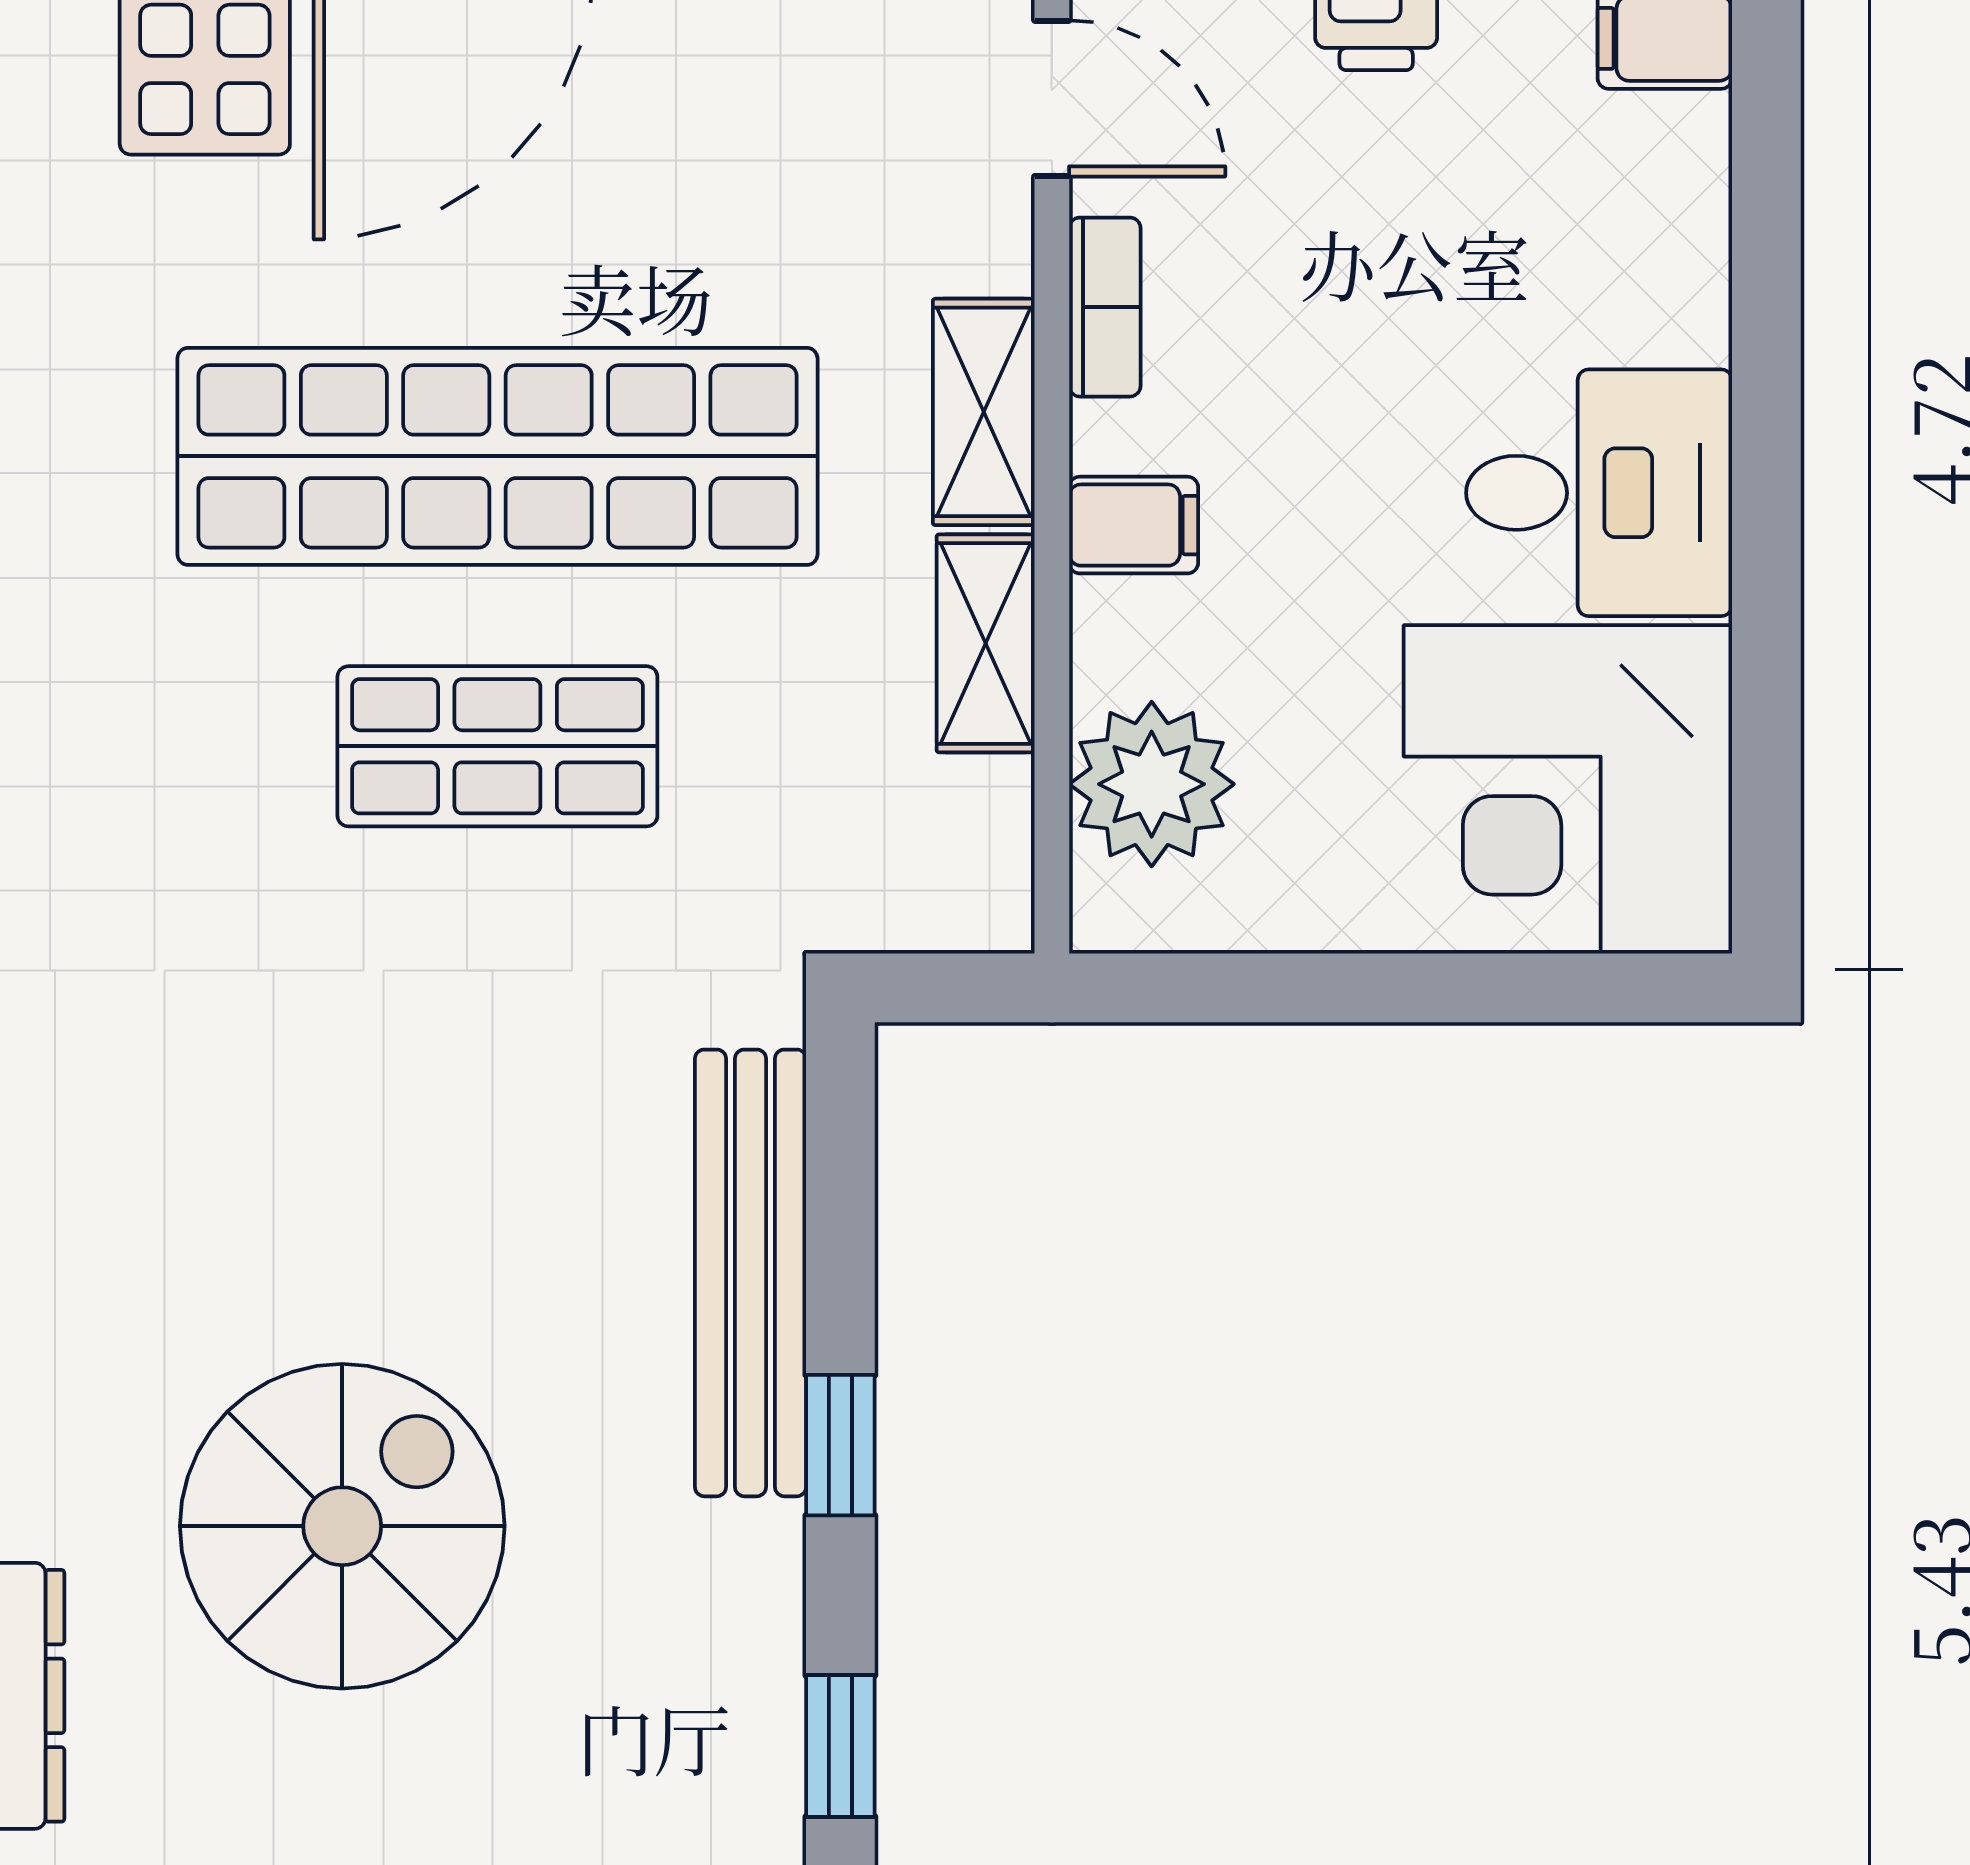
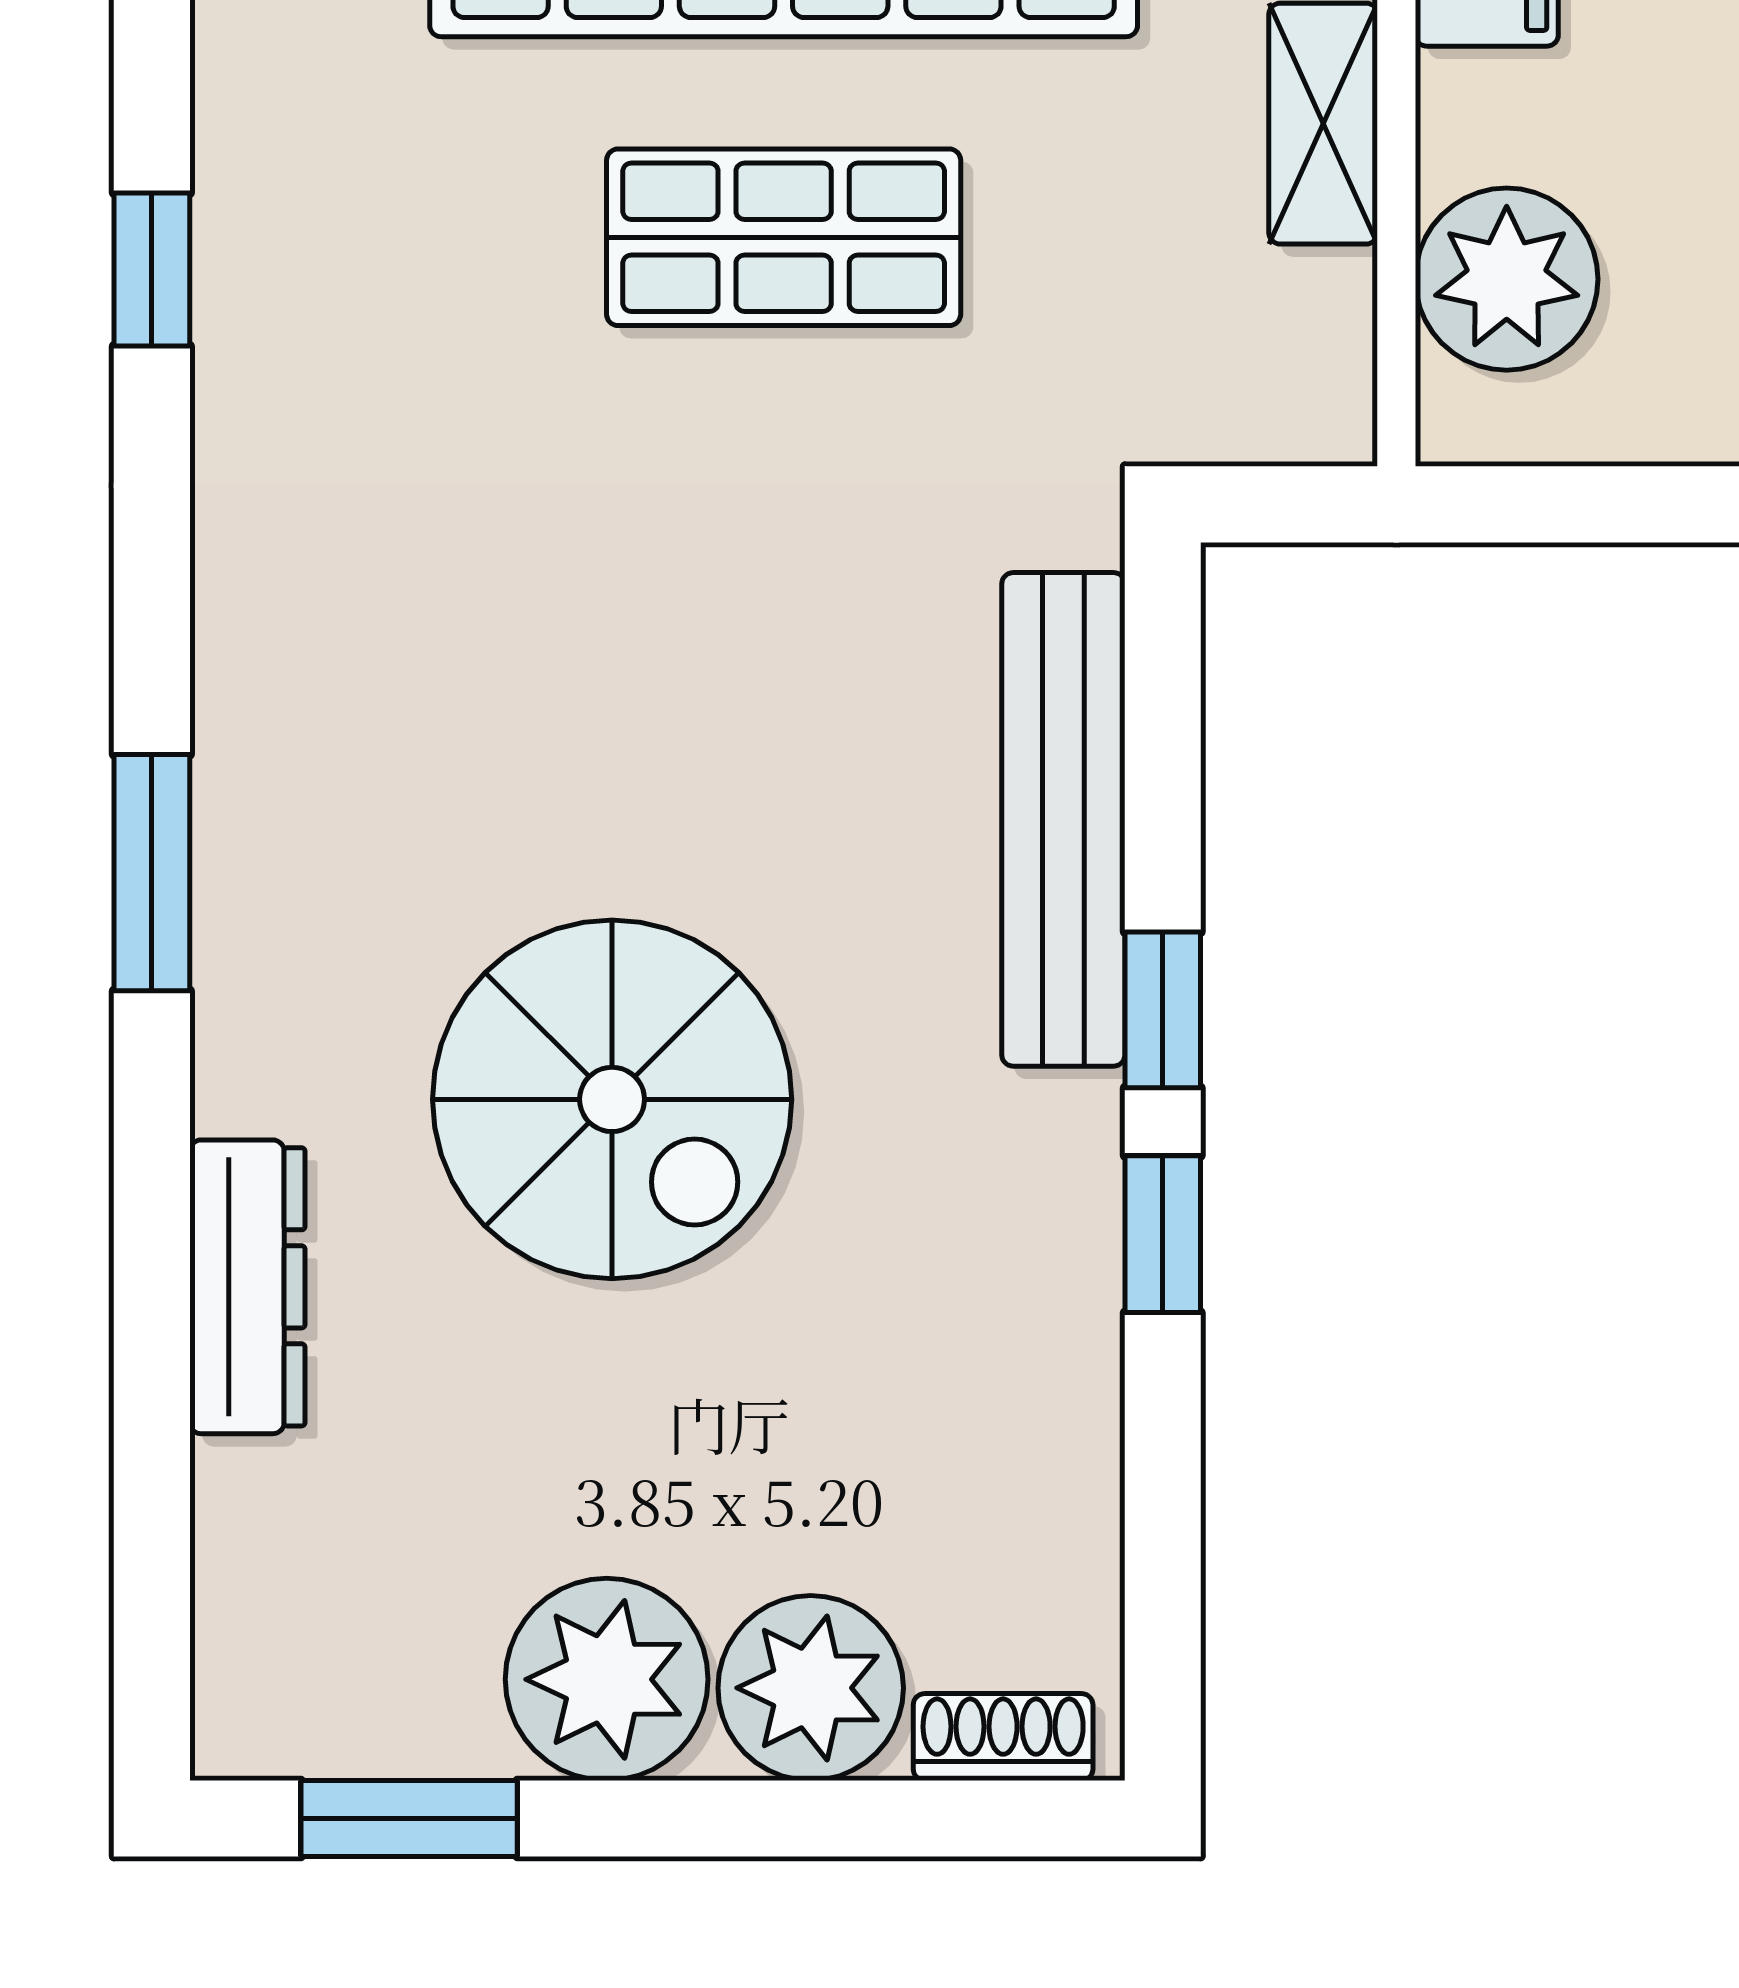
spiral stairs: (342, 1526) -> (612, 1099), turned 90
window: (840, 1746) -> (1163, 1234), moved

